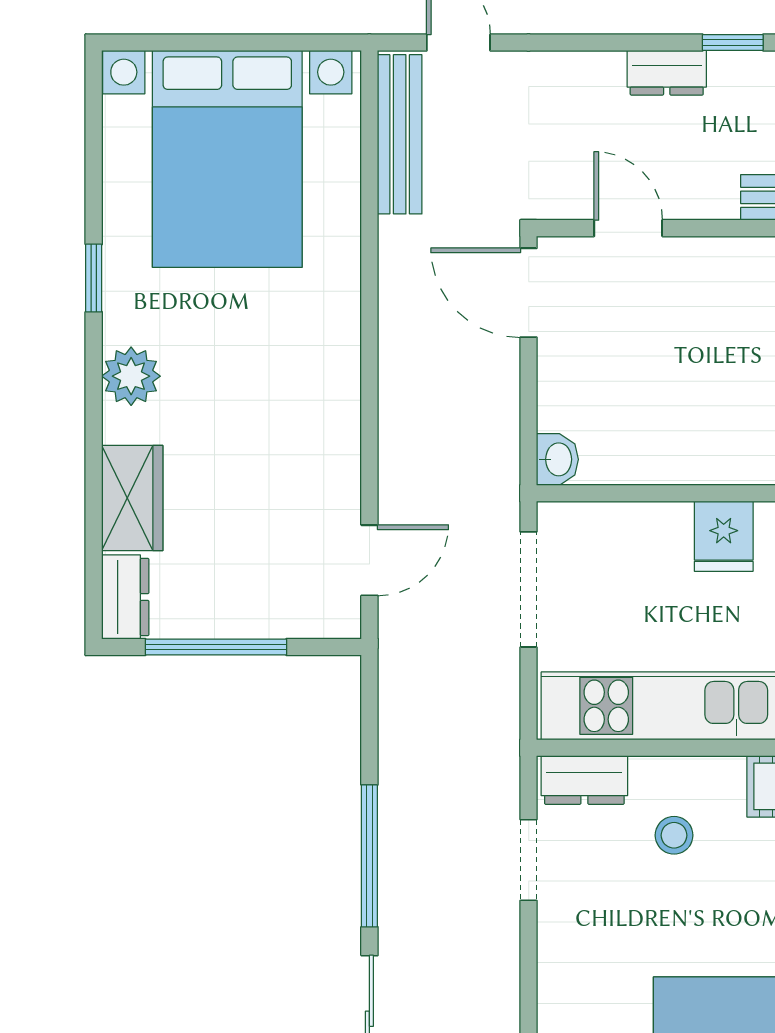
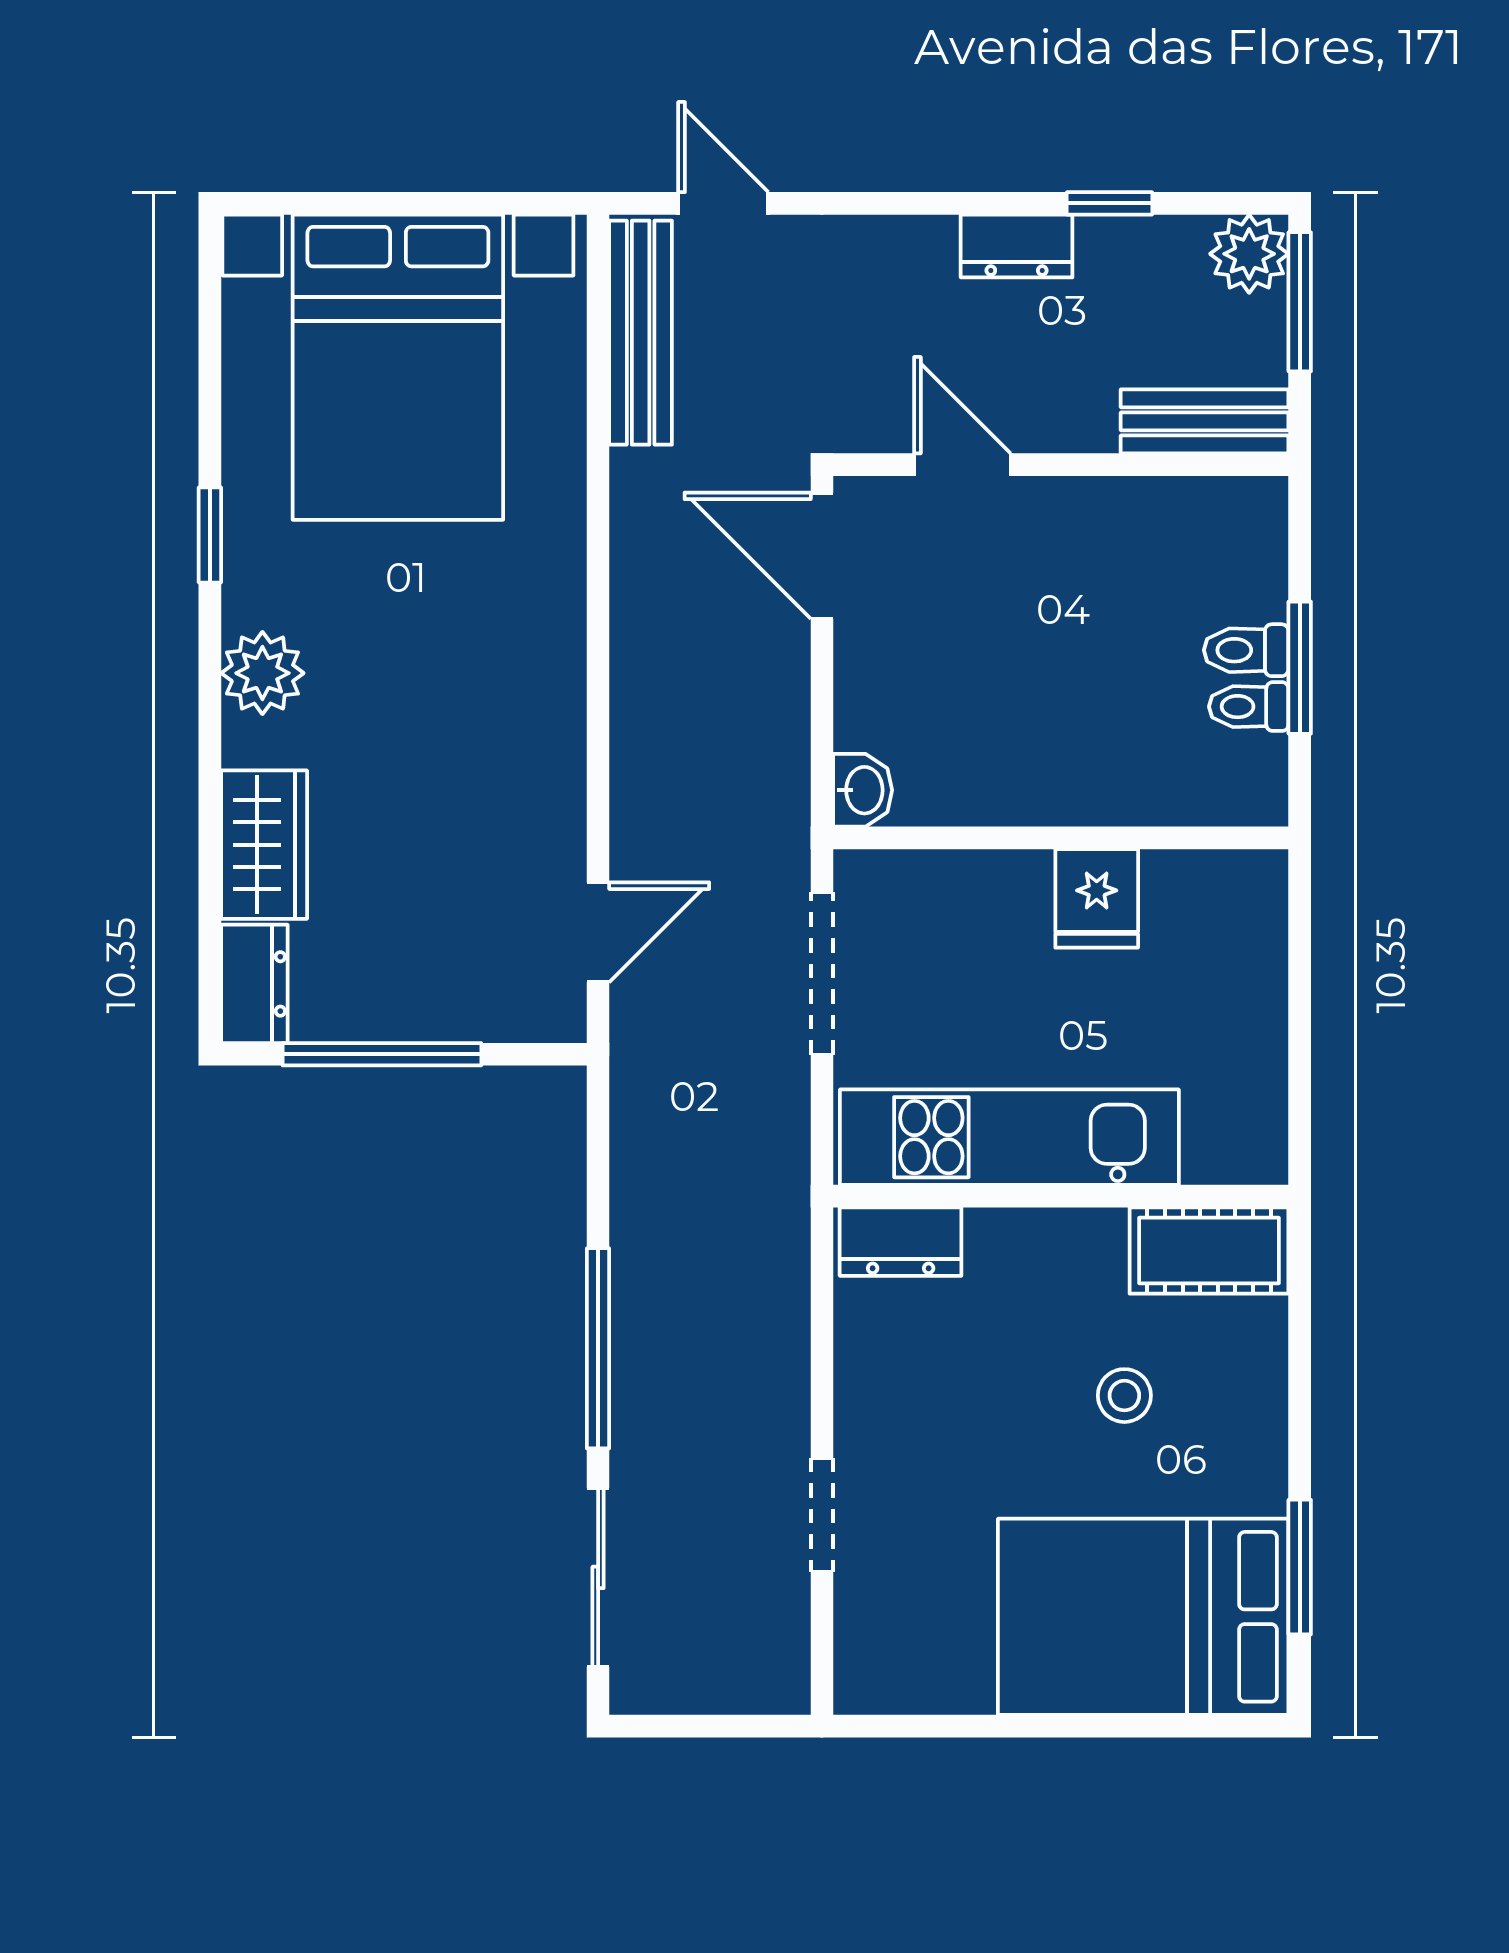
stool: (674, 835) -> (1124, 1396), moved
doorway: (529, 860) -> (822, 1515), moved

